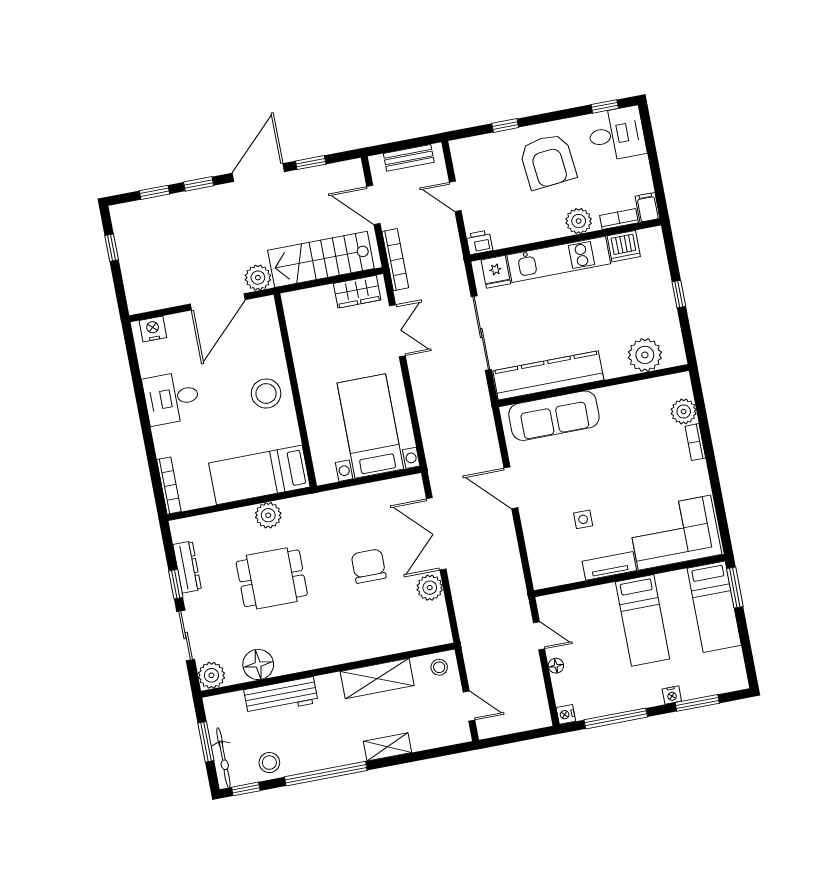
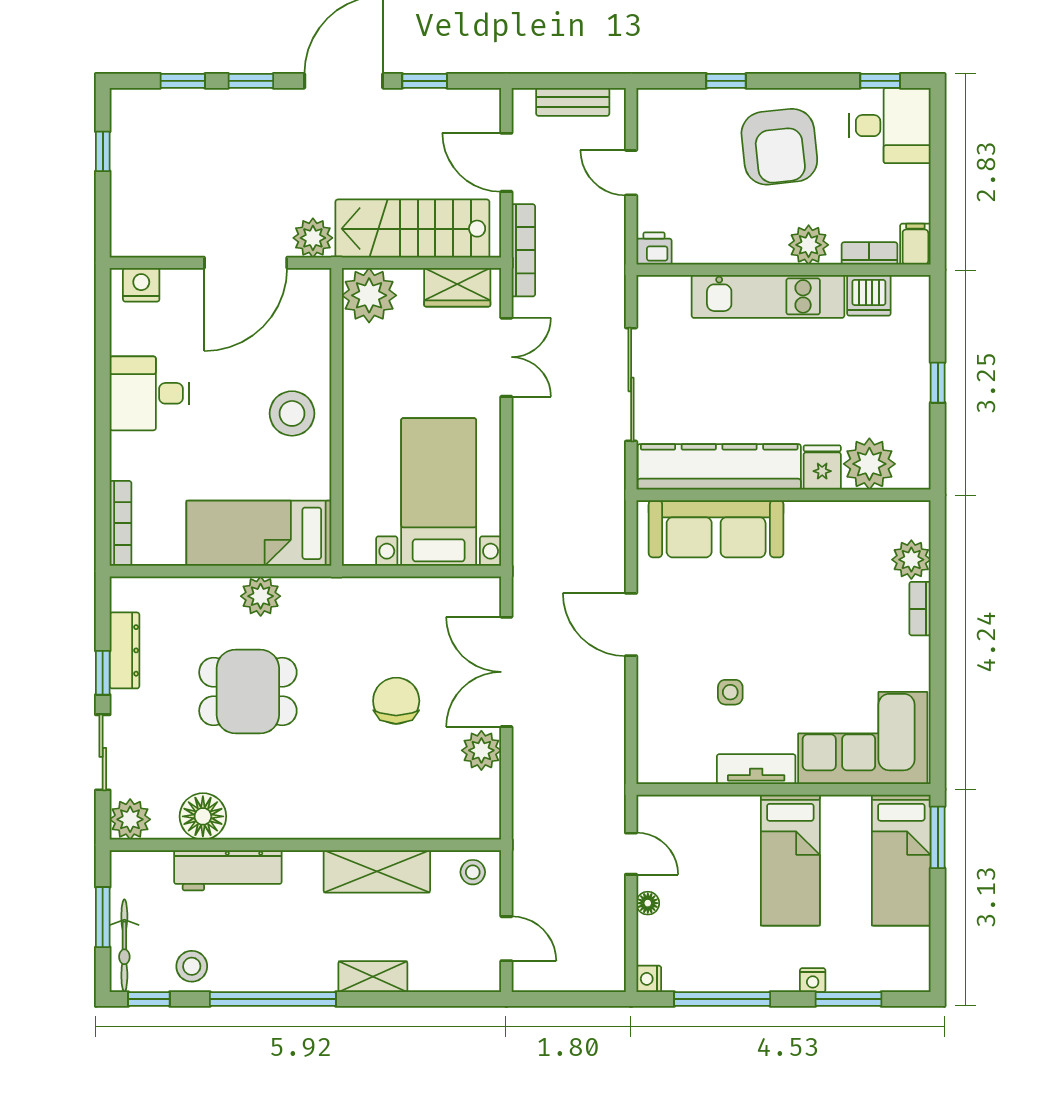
fridge: (496, 272) -> (822, 467), moved, turned 180
plant: (301, 308) -> (369, 295), added

